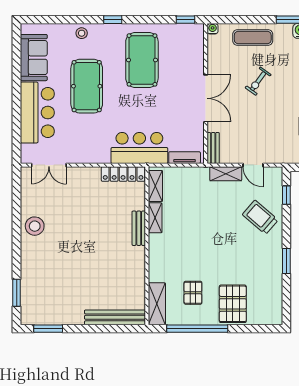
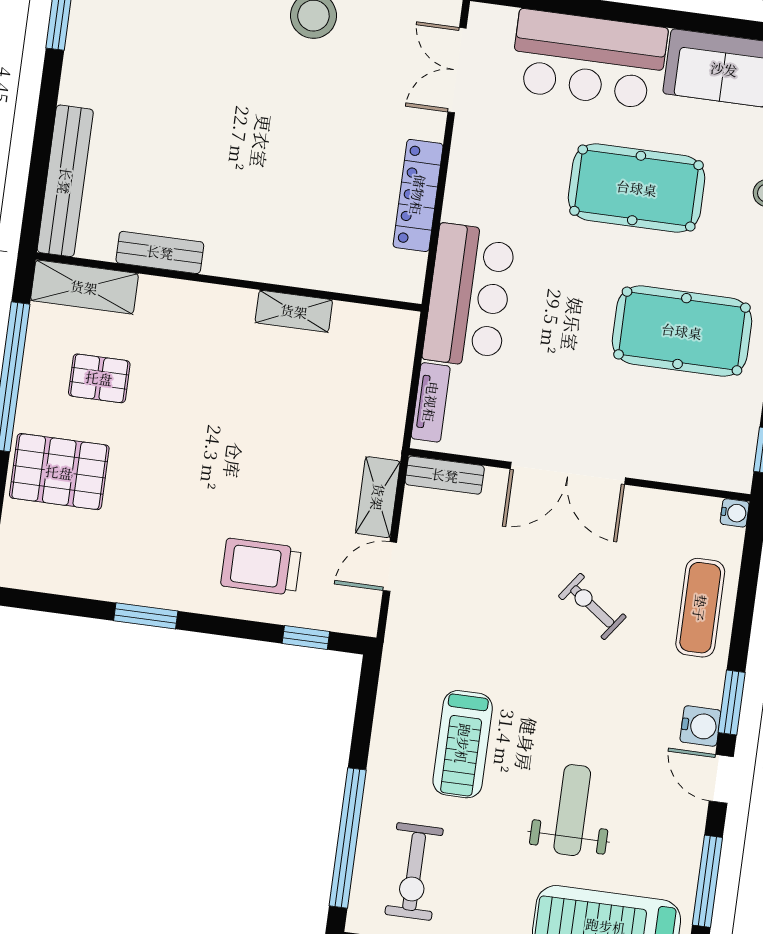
locker: (123, 174) -> (418, 195), moved
shelving: (155, 186) -> (371, 322), removed
trolley: (260, 217) -> (261, 567), turned -131
bench: (139, 228) -> (160, 252), moved

